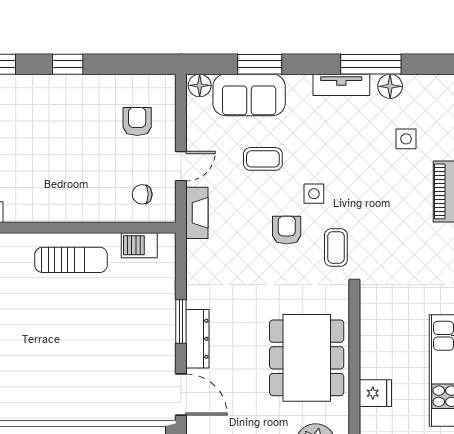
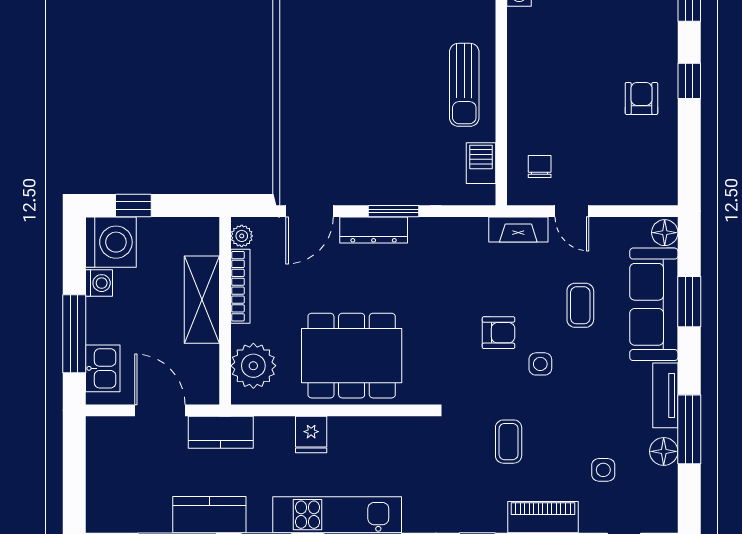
sofa: (249, 95) -> (654, 304), width x1.36
armchair: (137, 121) -> (641, 98), moved, turned -90
coffee table: (336, 247) -> (509, 442), moved, turned 90

